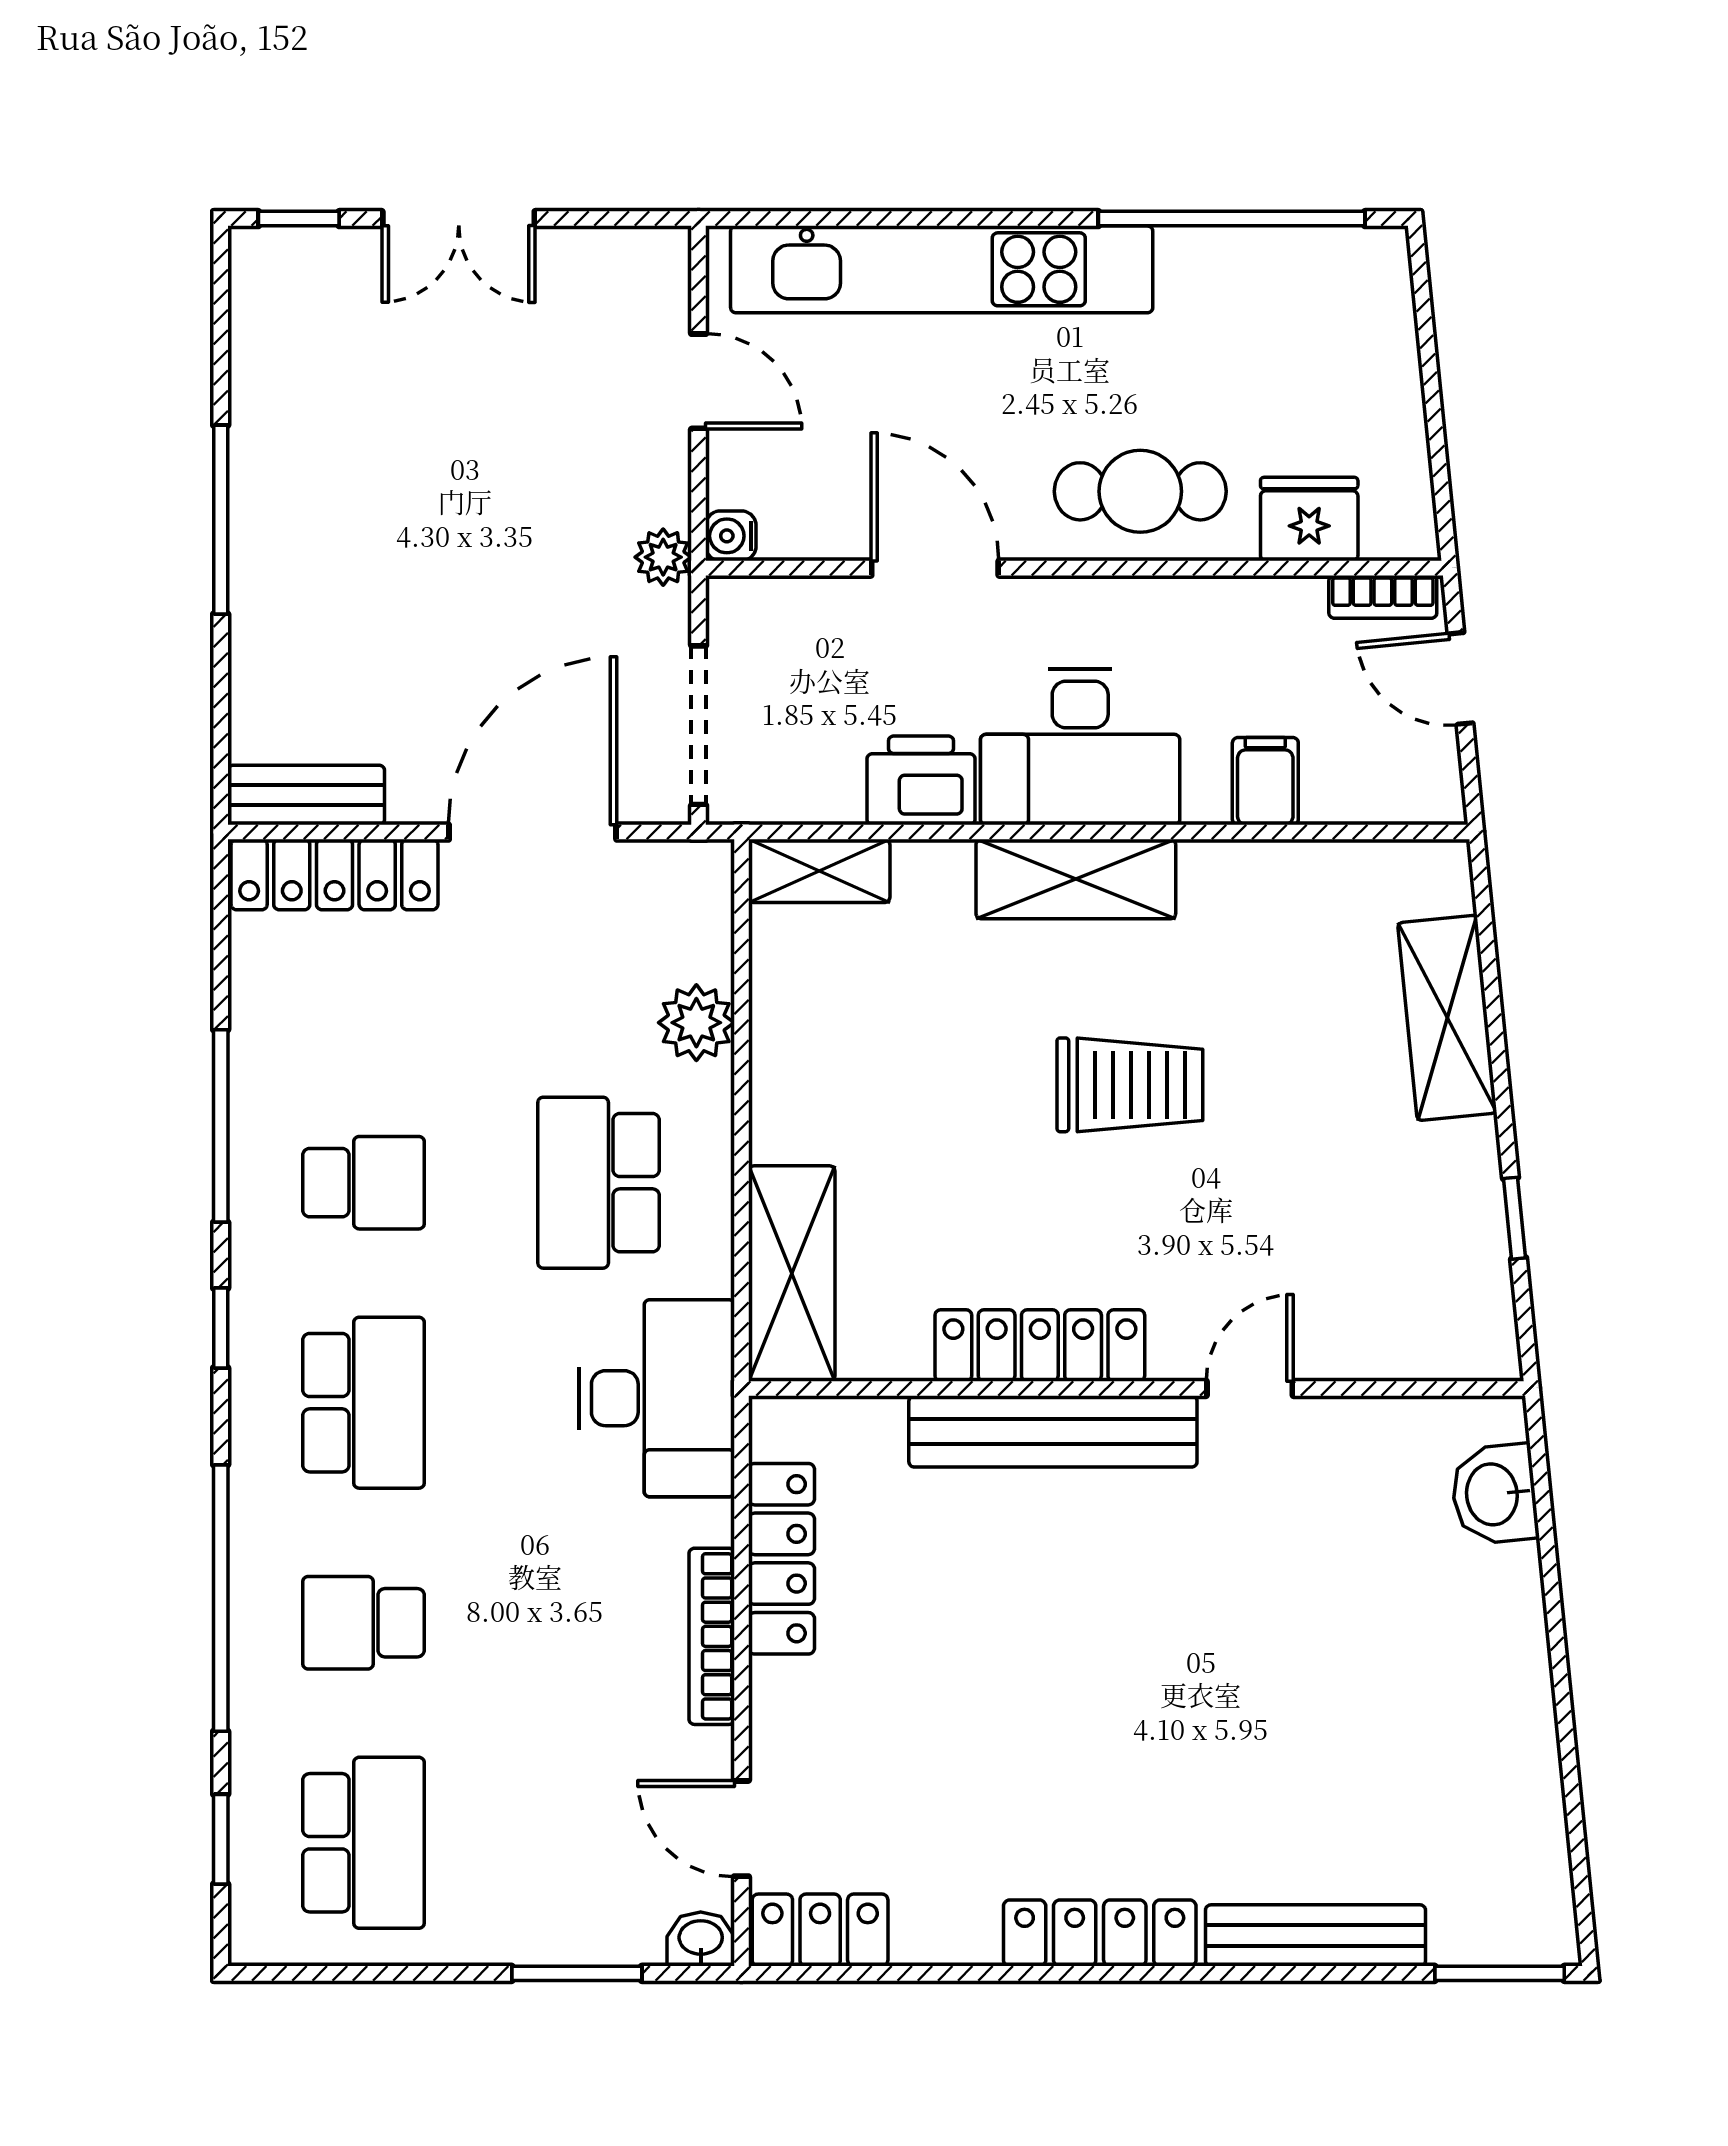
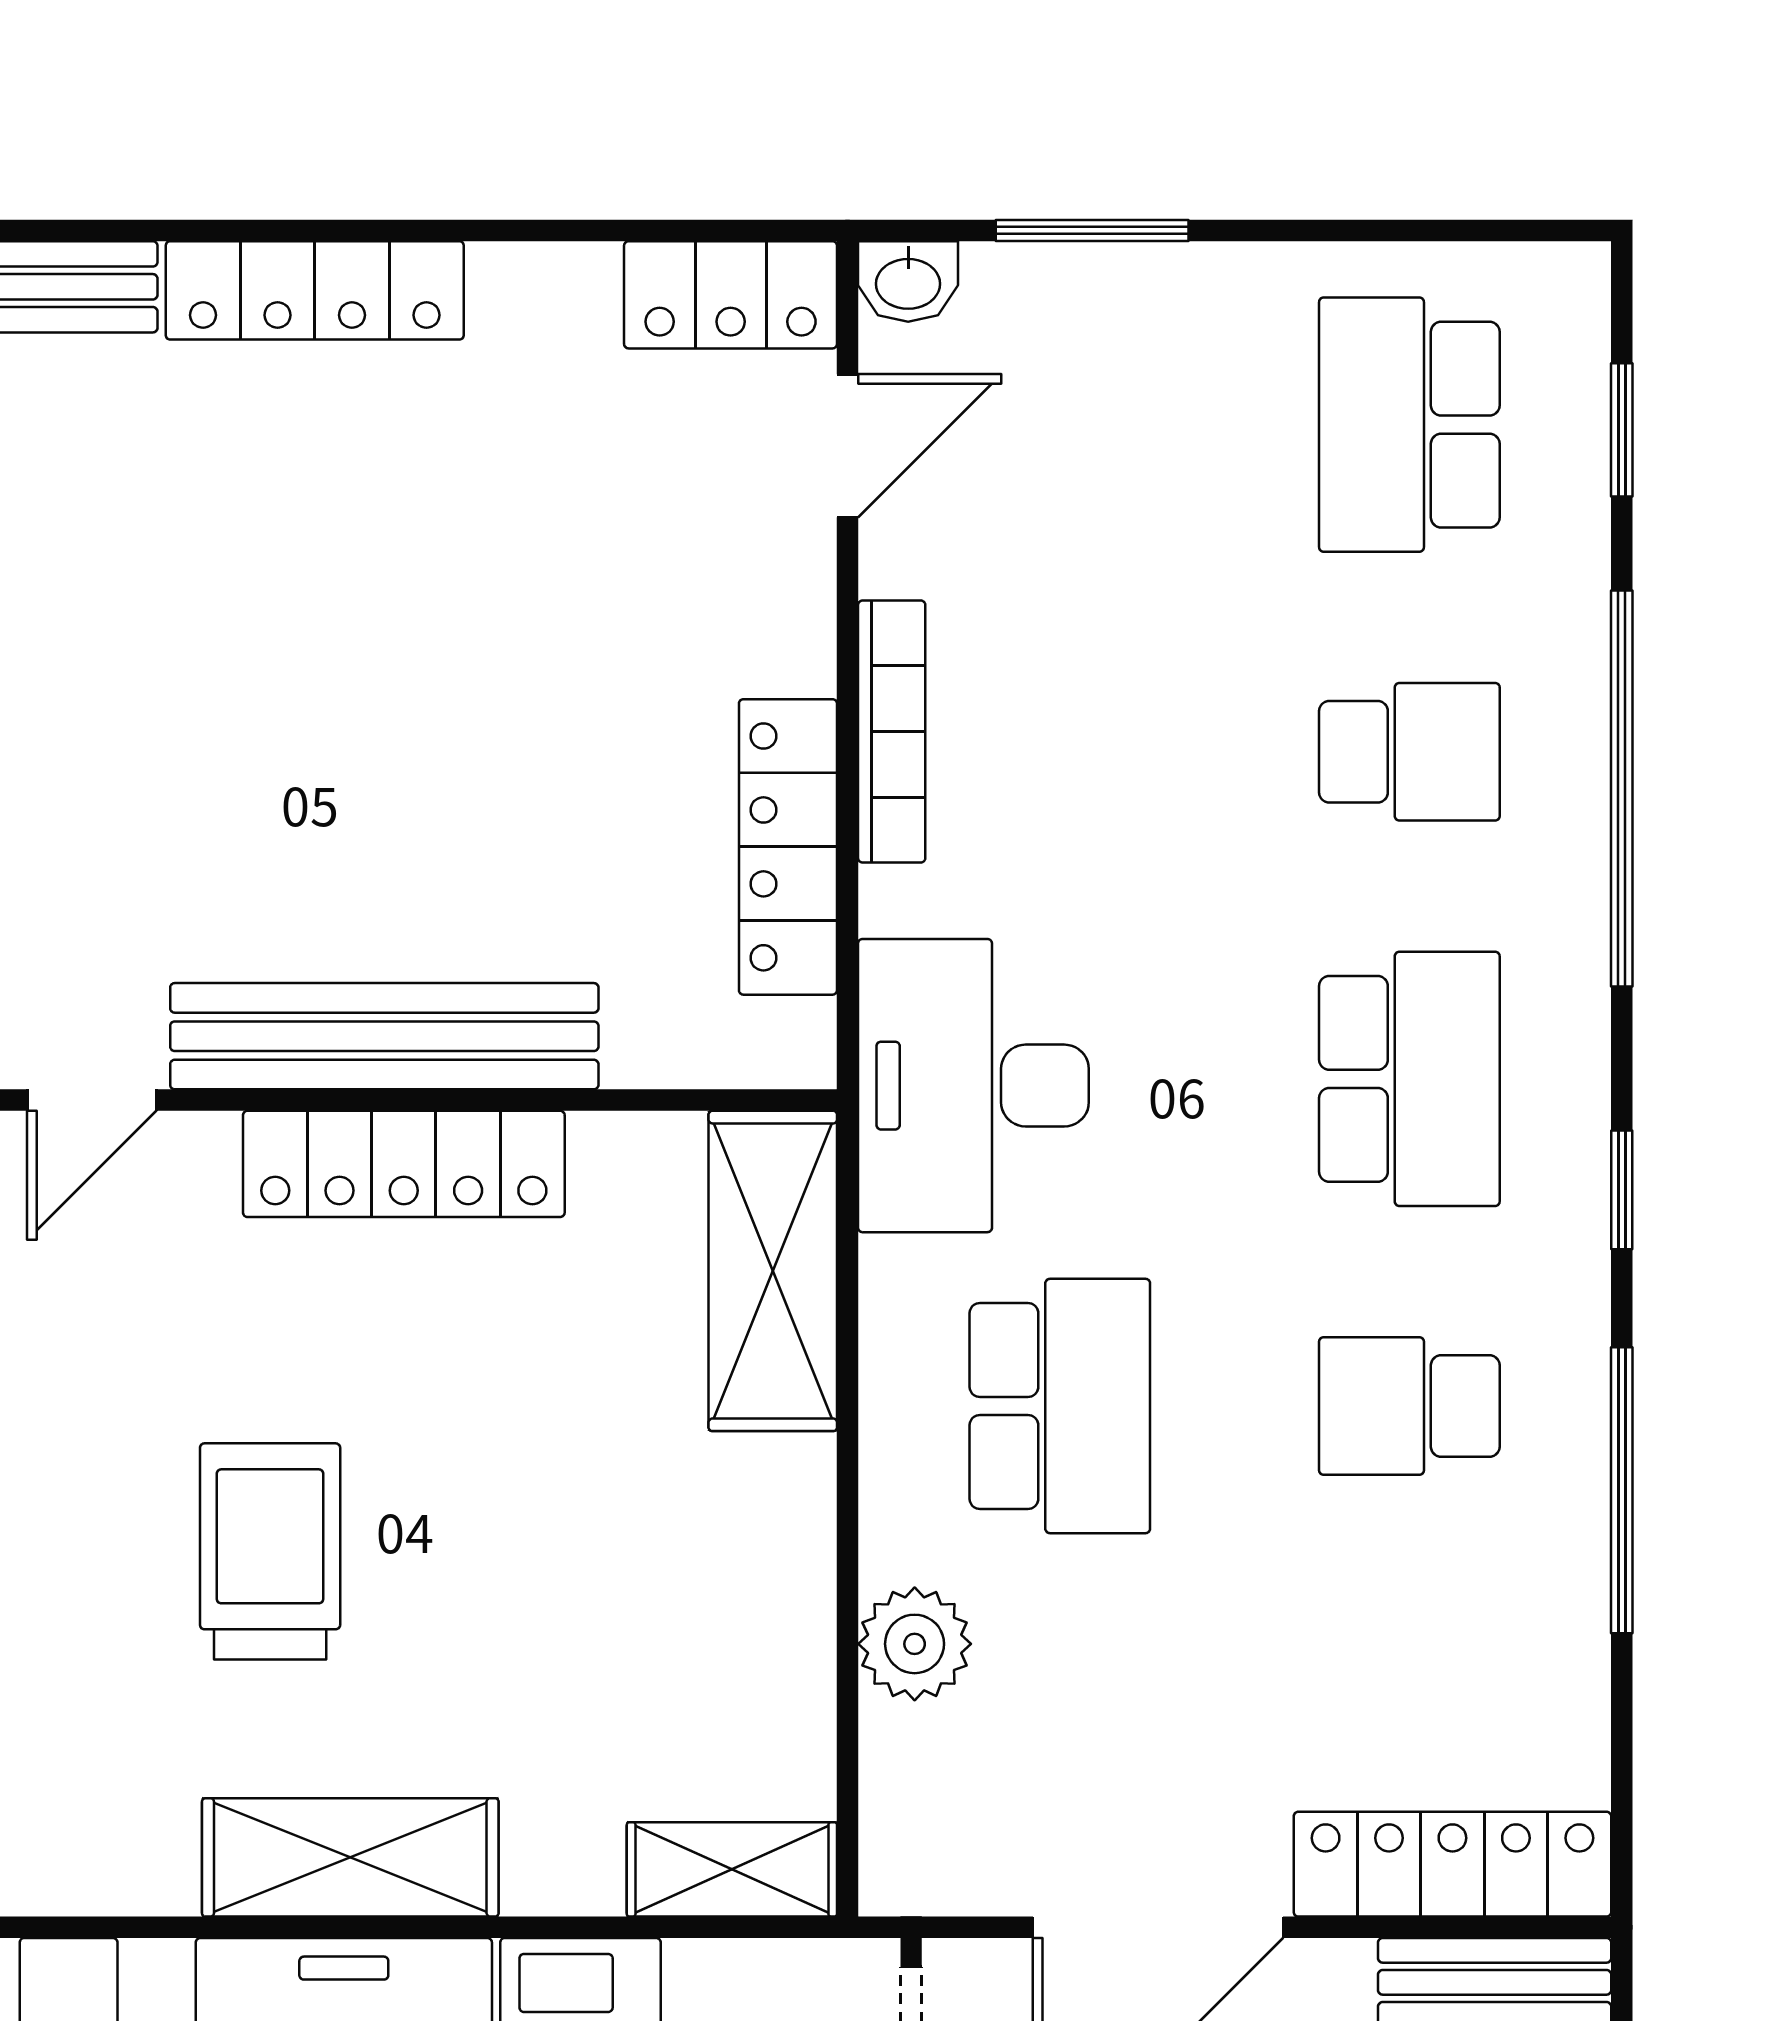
trolley: (1130, 1085) -> (270, 1551), turned 90
school desk: (363, 1403) -> (1409, 1079), turned 180
door: (741, 1829) -> (848, 446), hinge flipped

